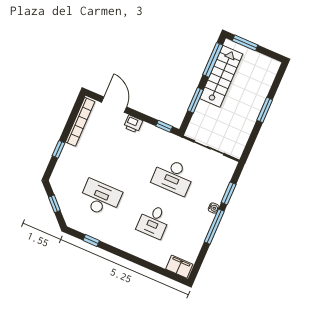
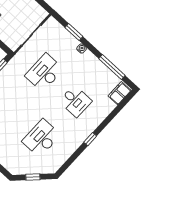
desk: (173, 176) -> (44, 73), turned 180
window: (214, 227) -> (112, 67), moved
window: (91, 241) -> (90, 139), moved

